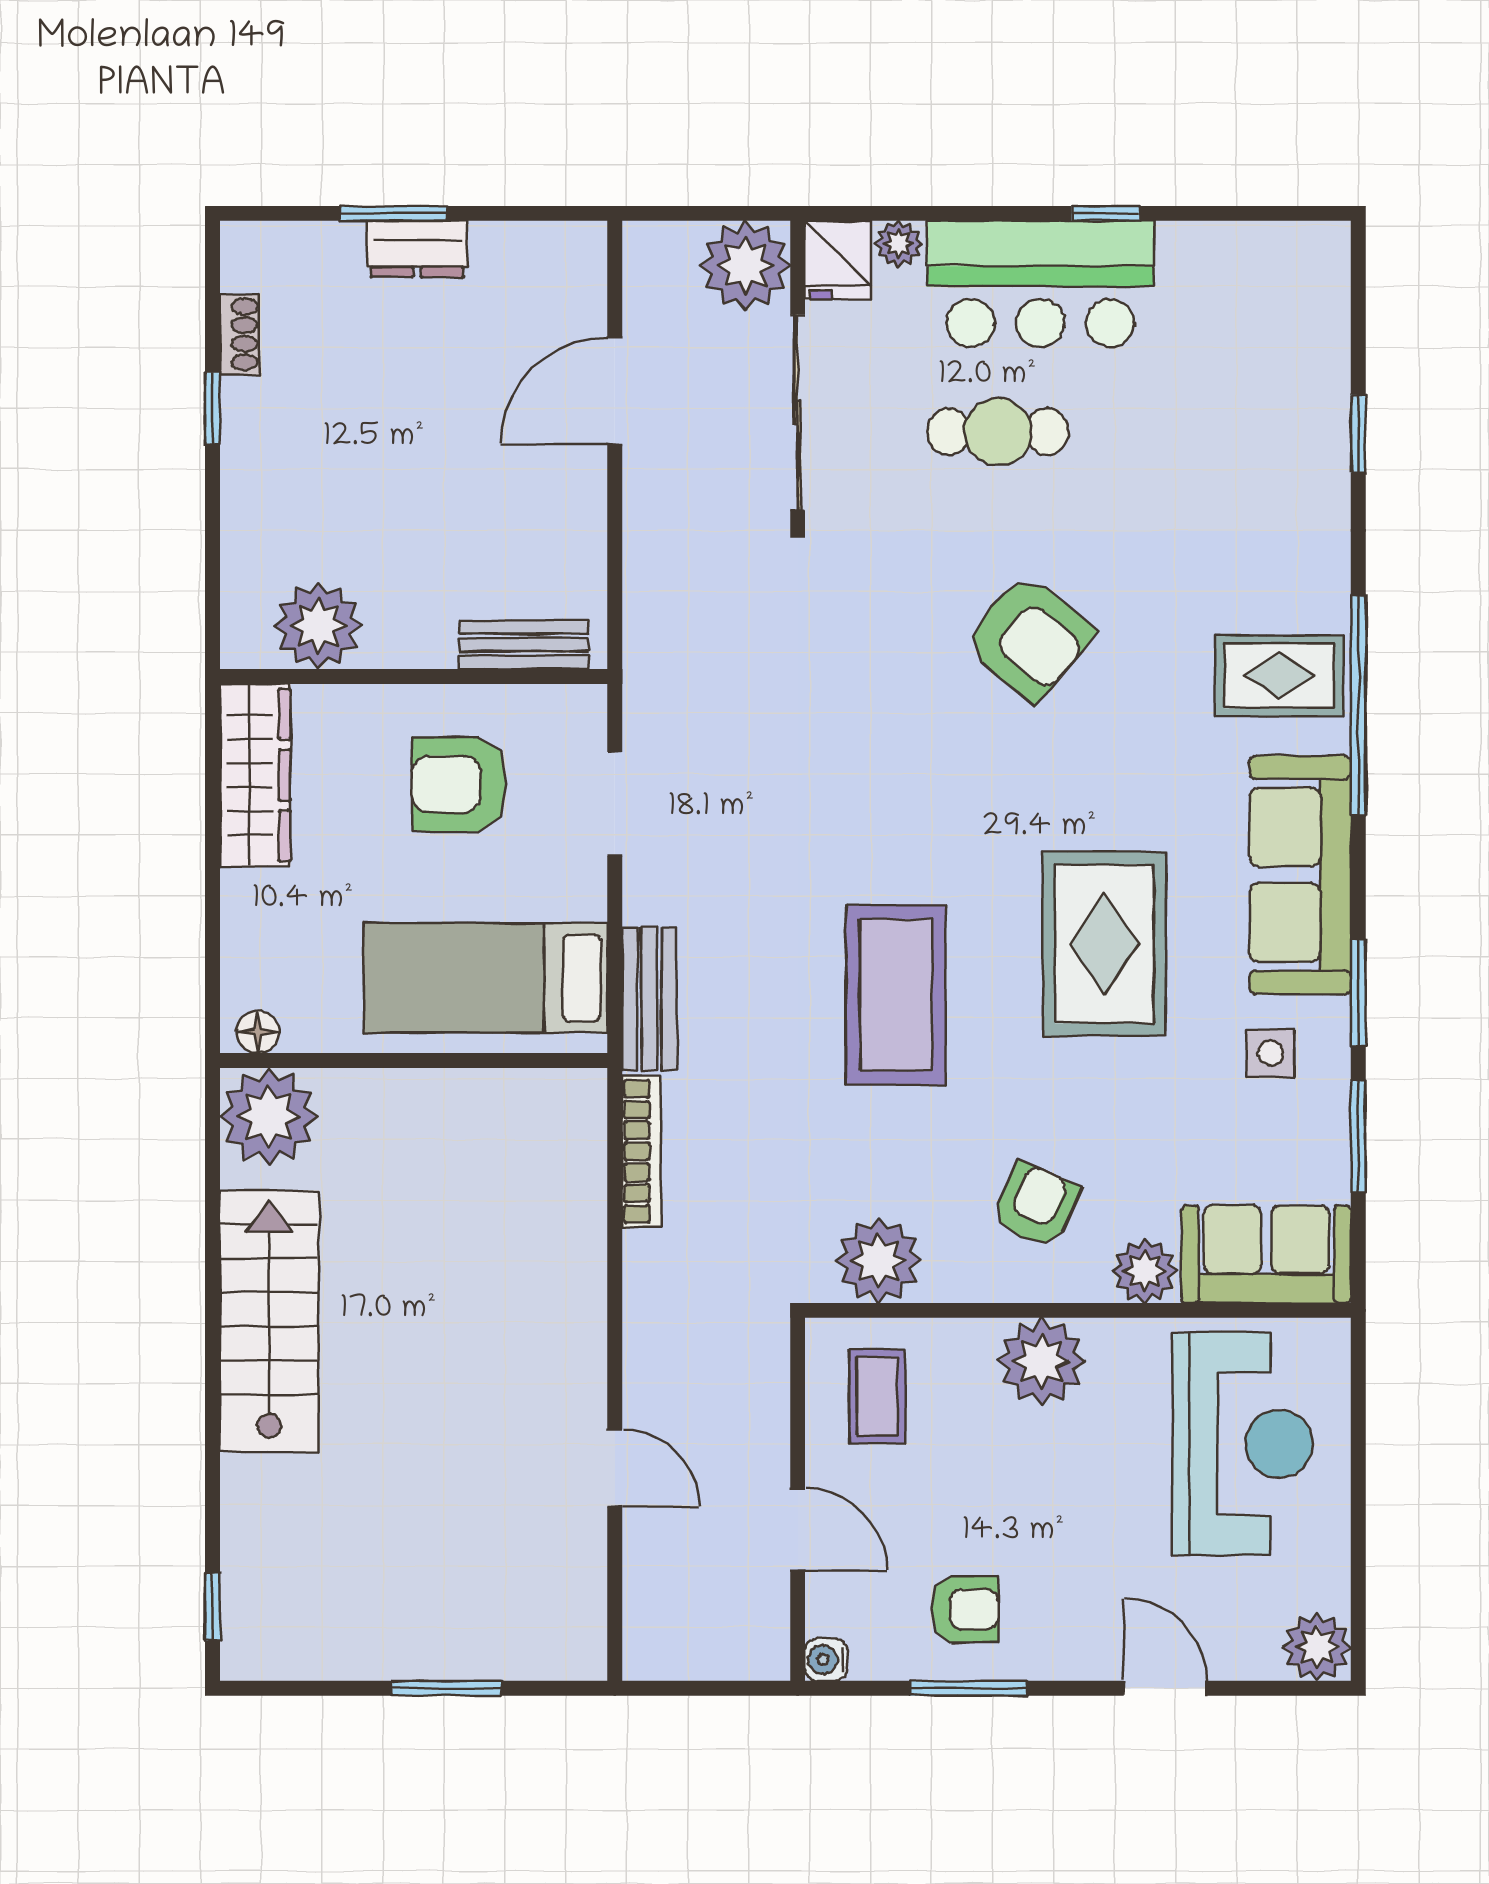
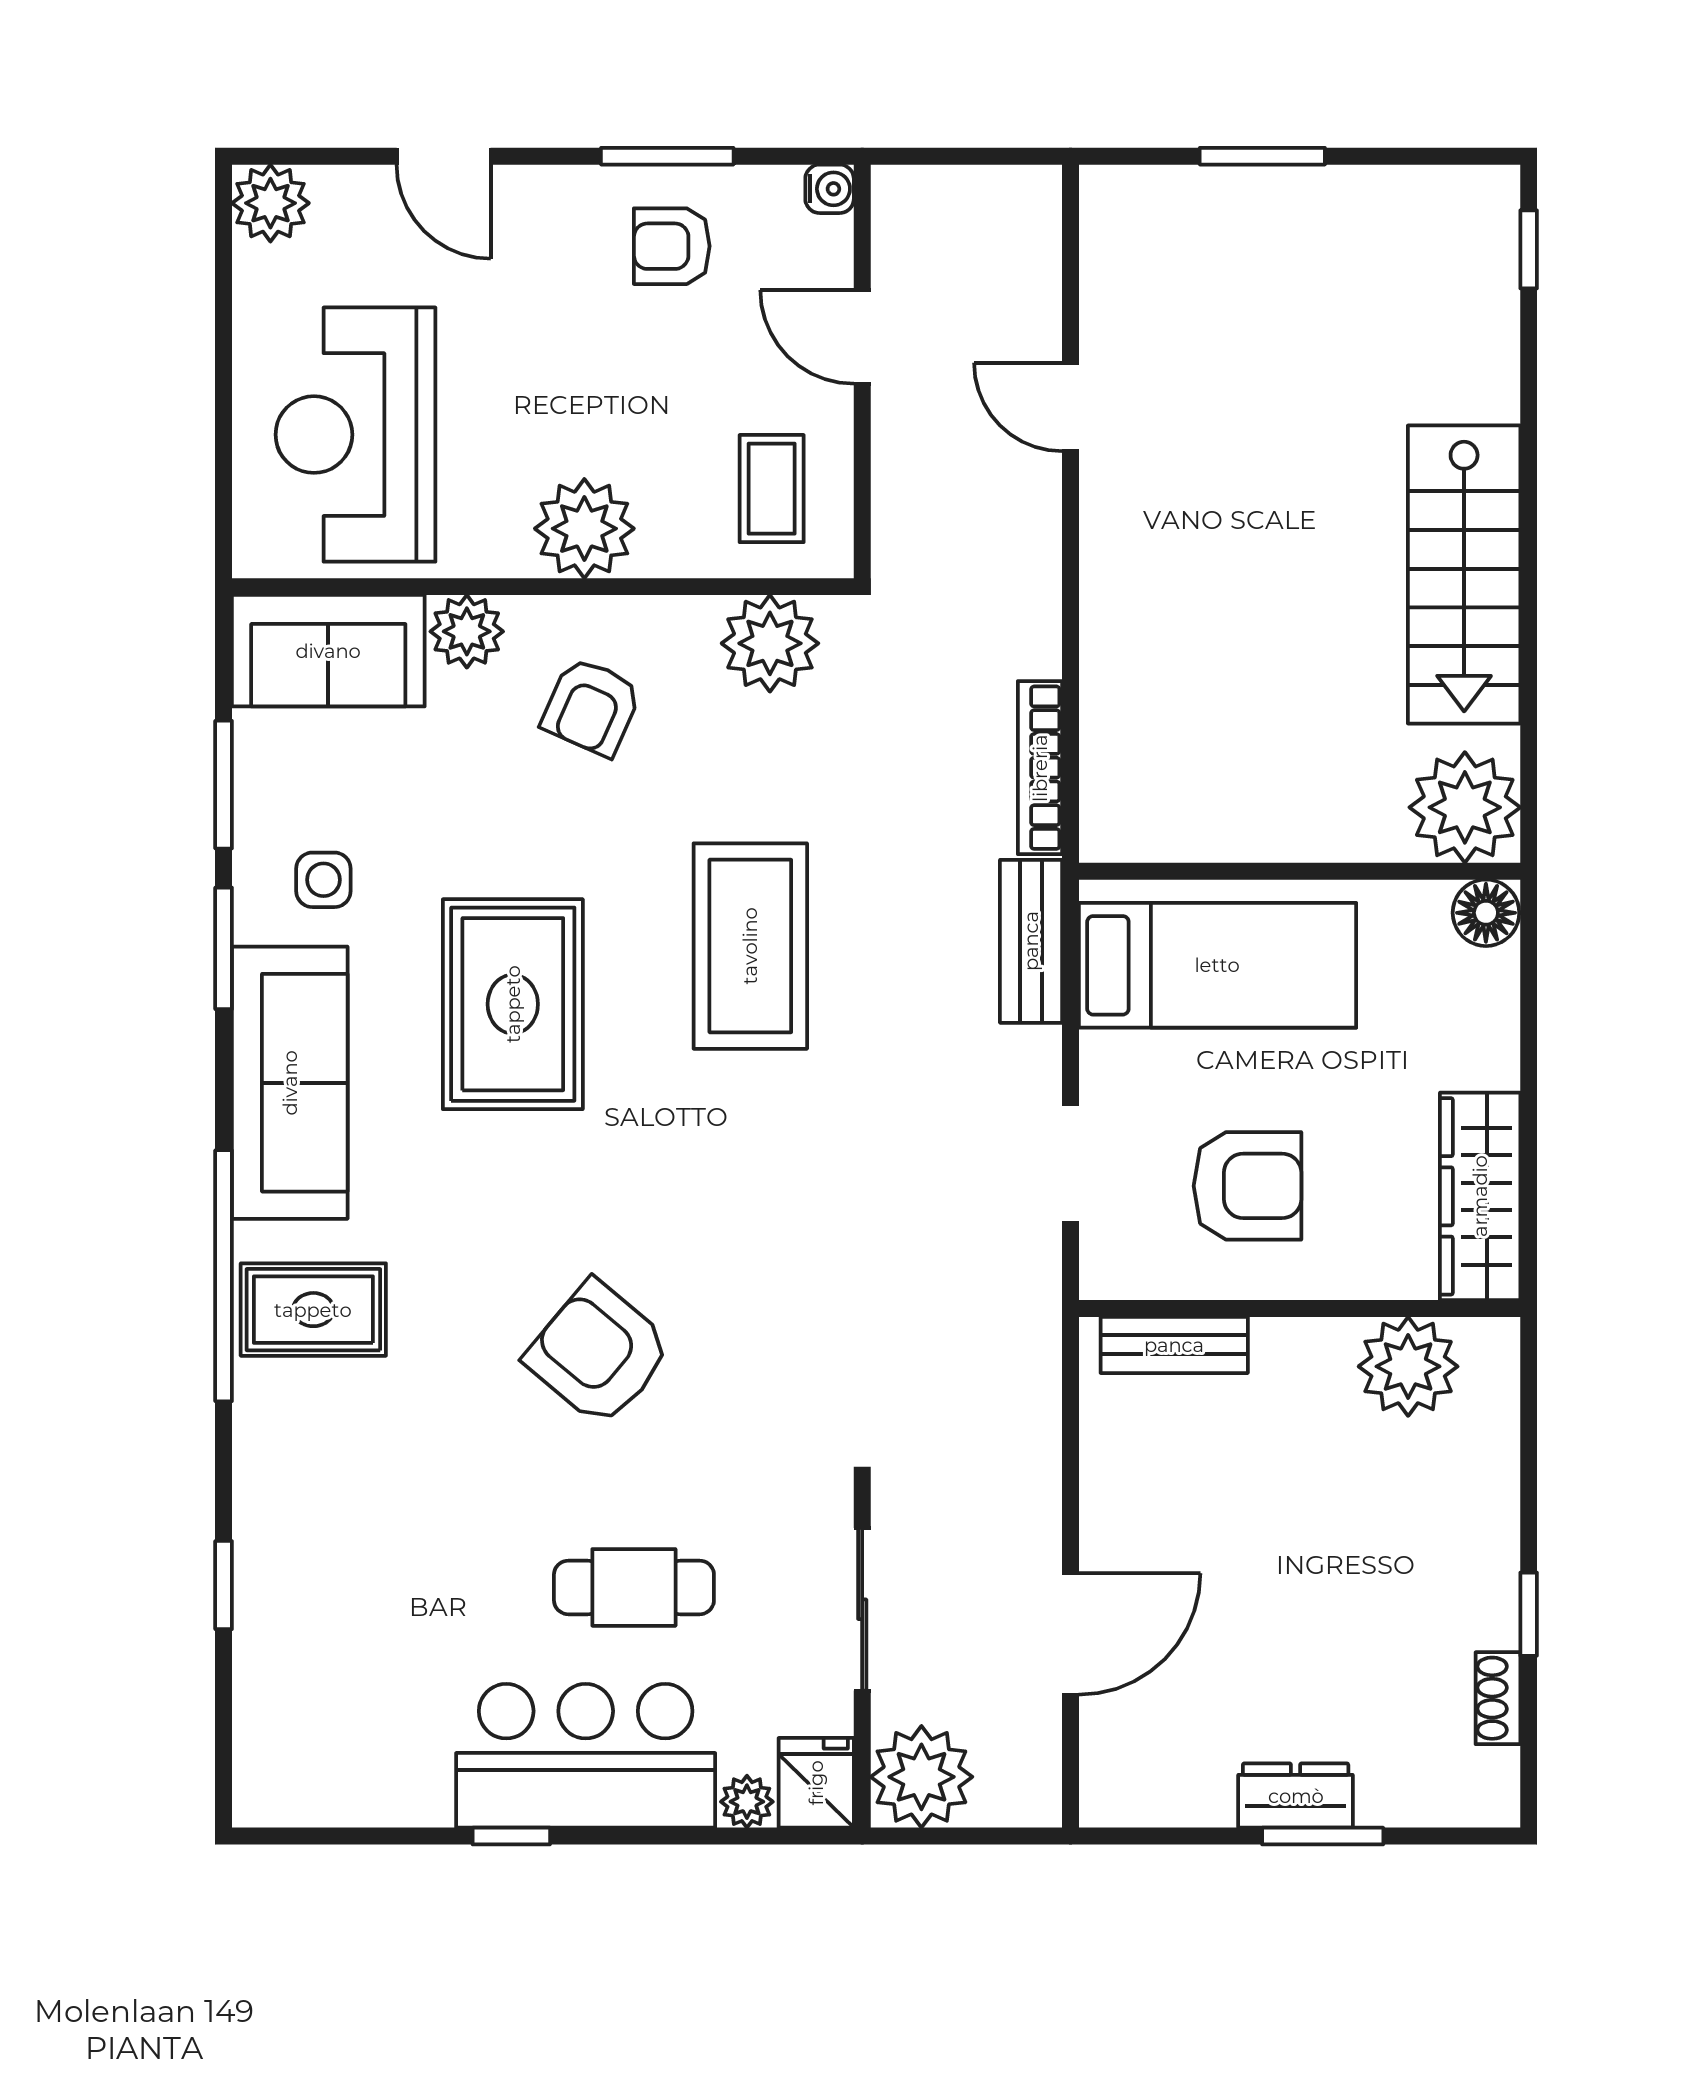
sliding door: (798, 413) -> (862, 1609), width x0.73
floor lamp: (258, 1032) -> (1486, 913), width x1.37, depth x1.37

